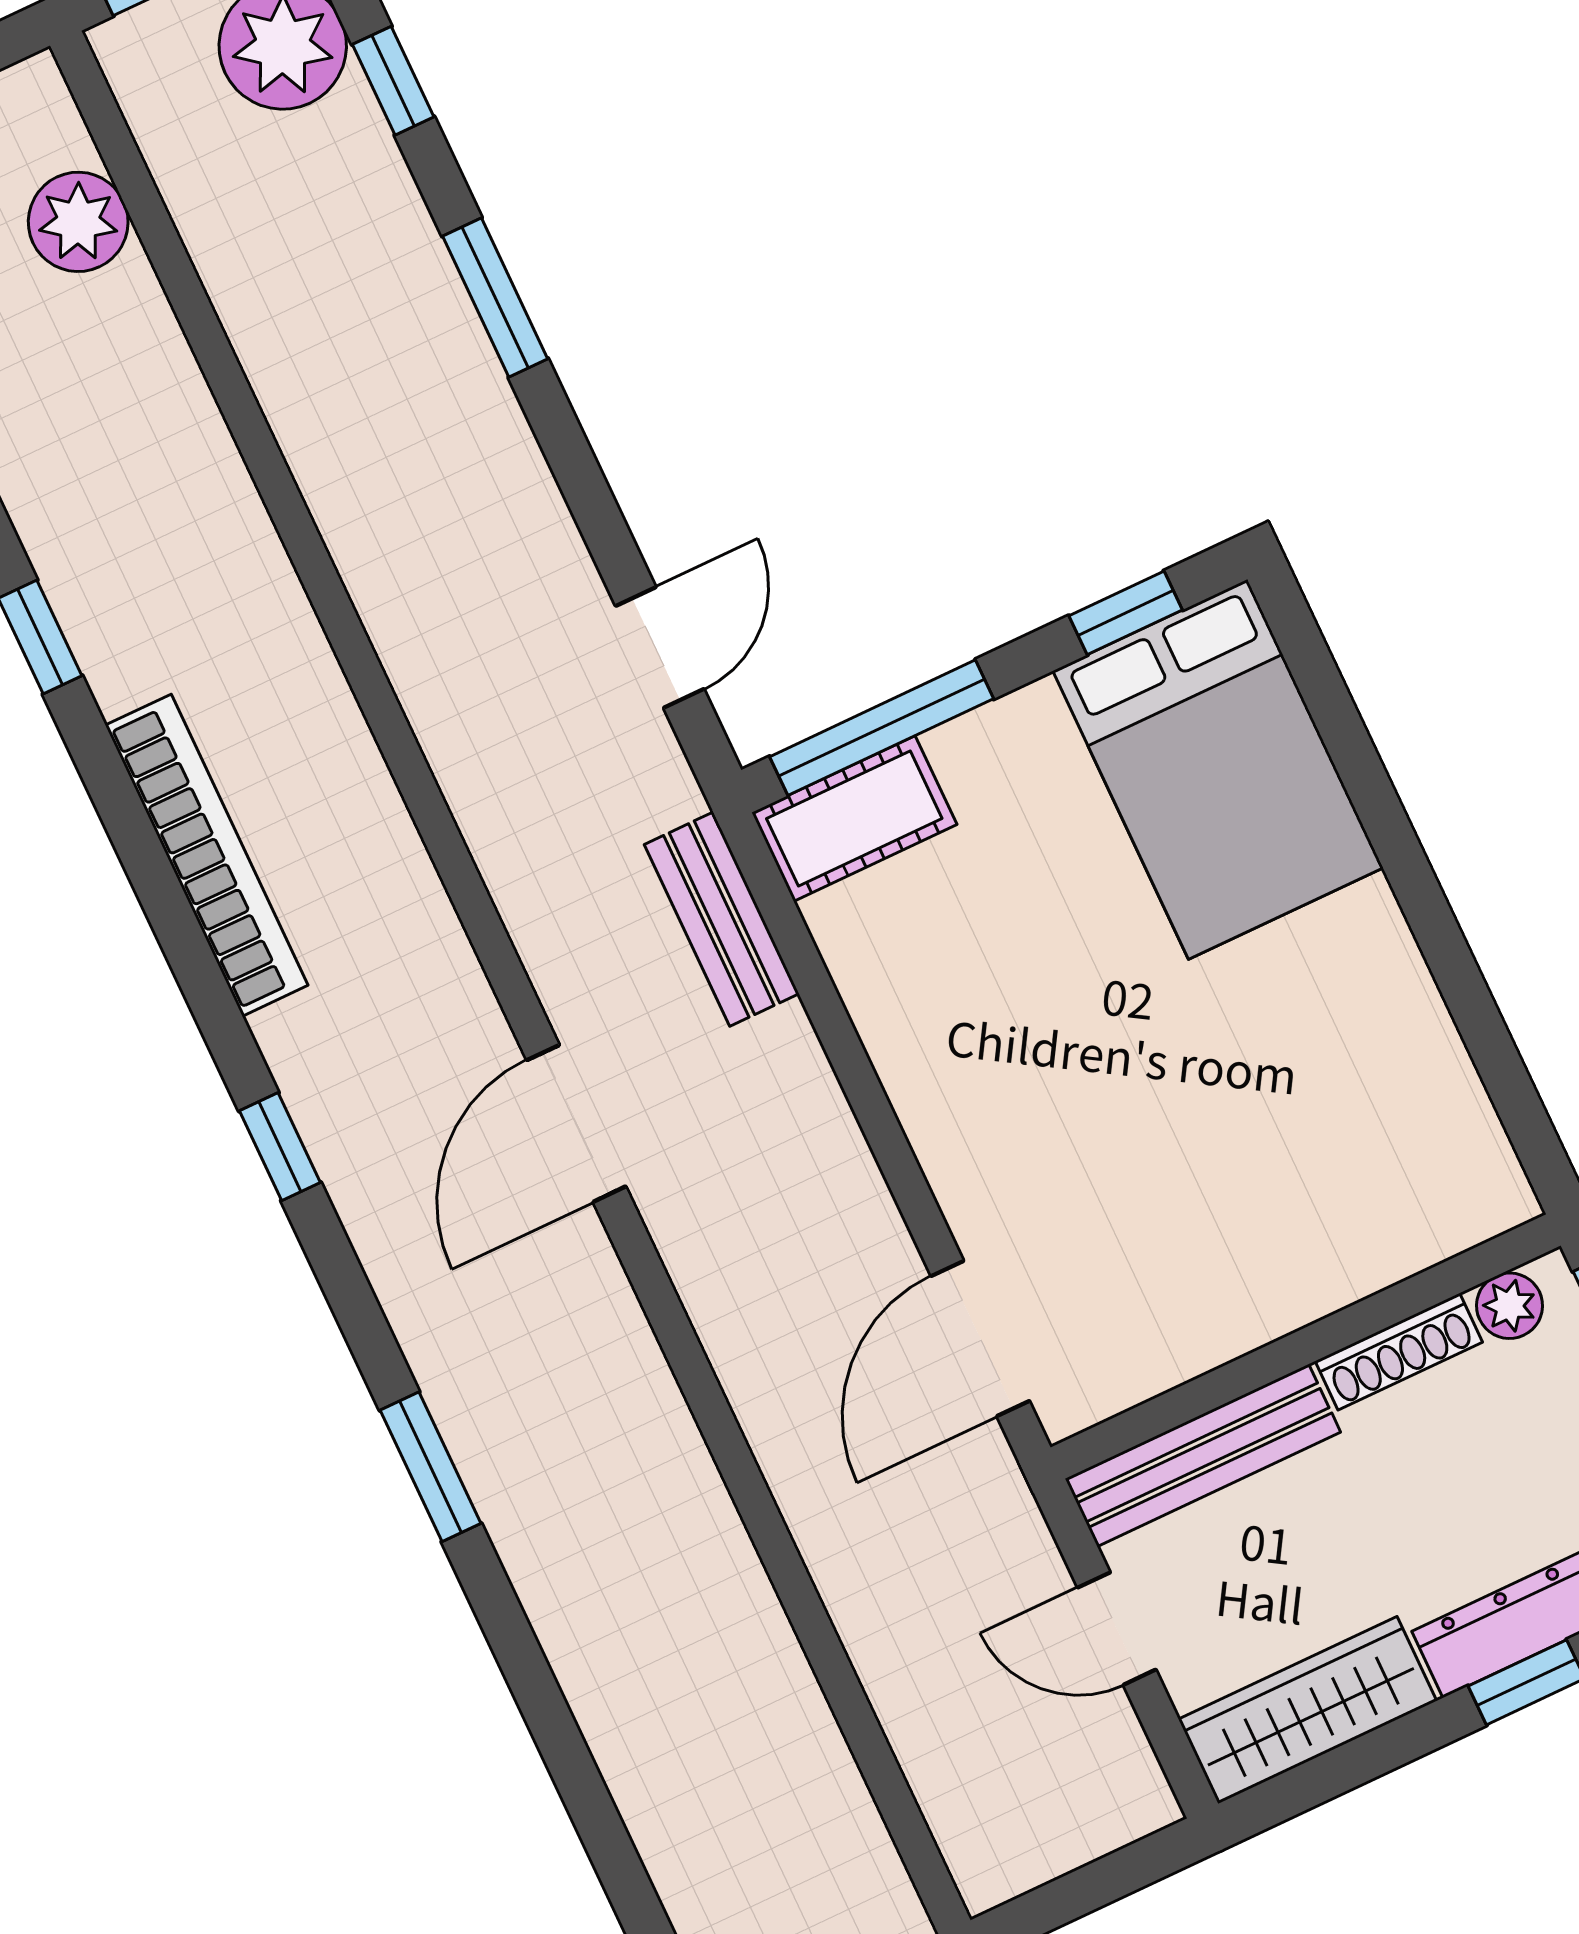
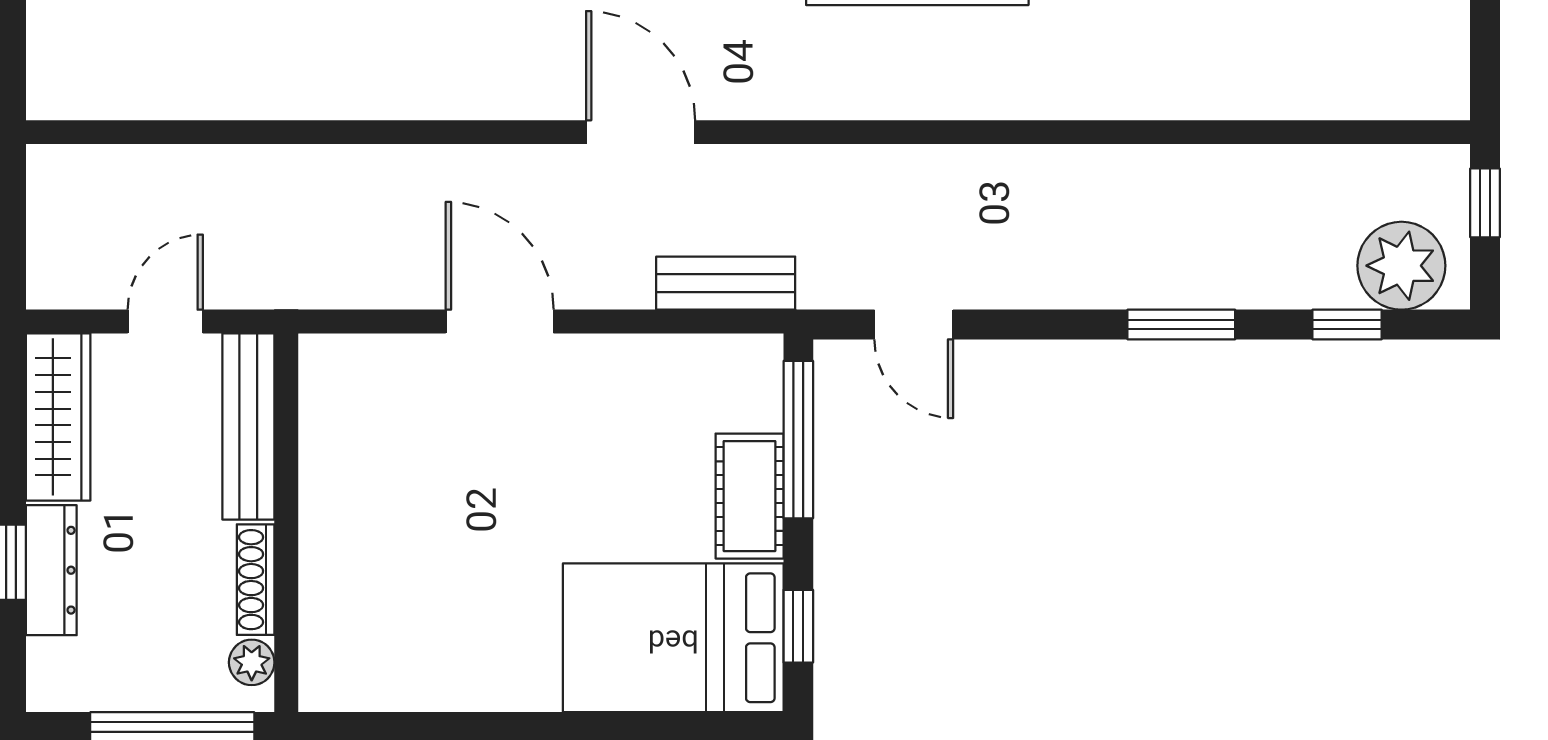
plant: (78, 222) -> (1351, 86), removed
cot: (854, 818) -> (750, 496), moved
door: (980, 1338) -> (500, 322), moved

